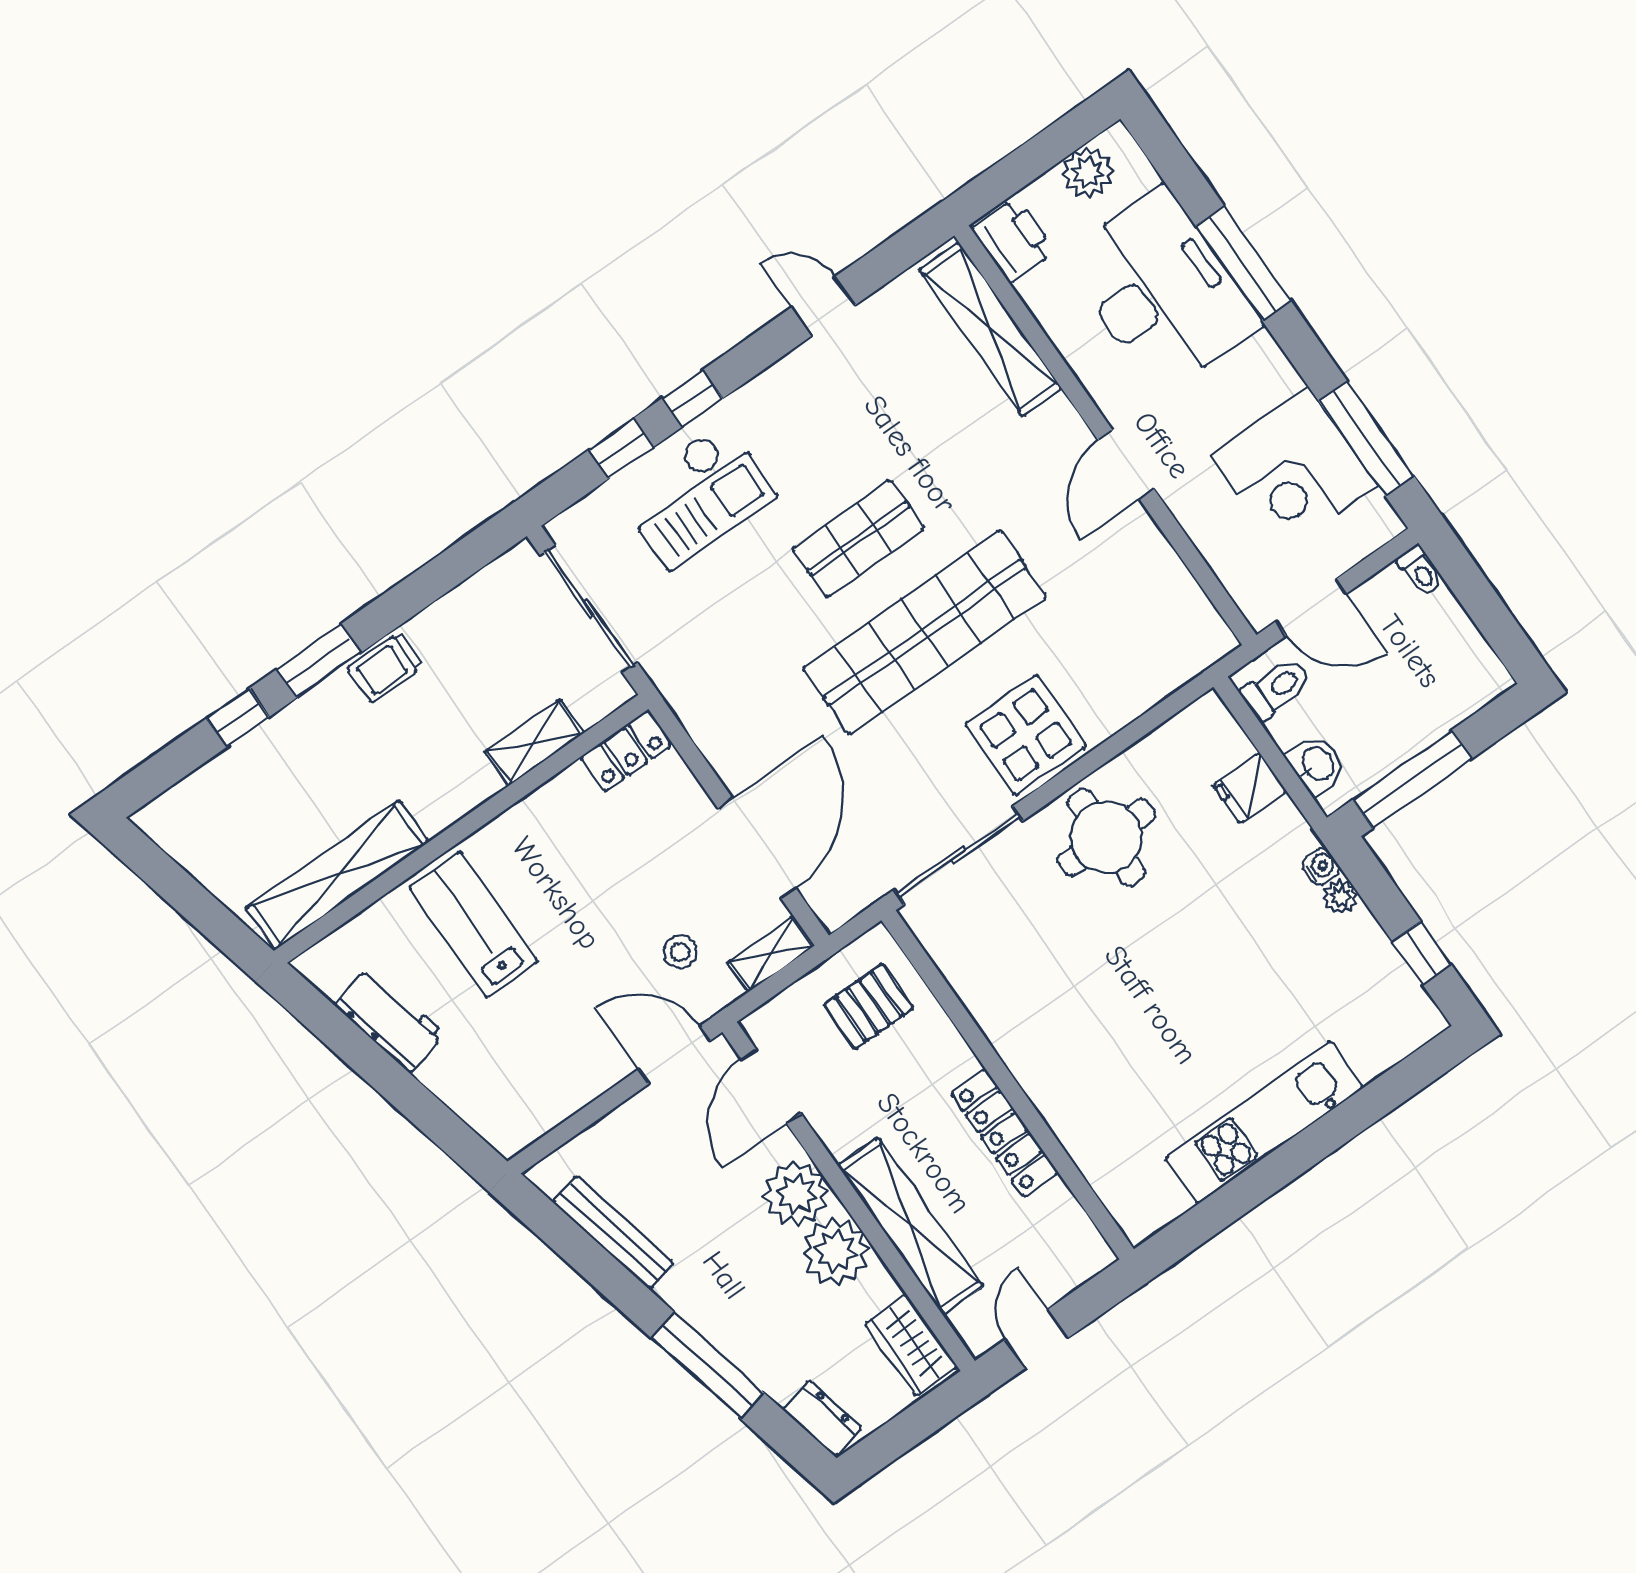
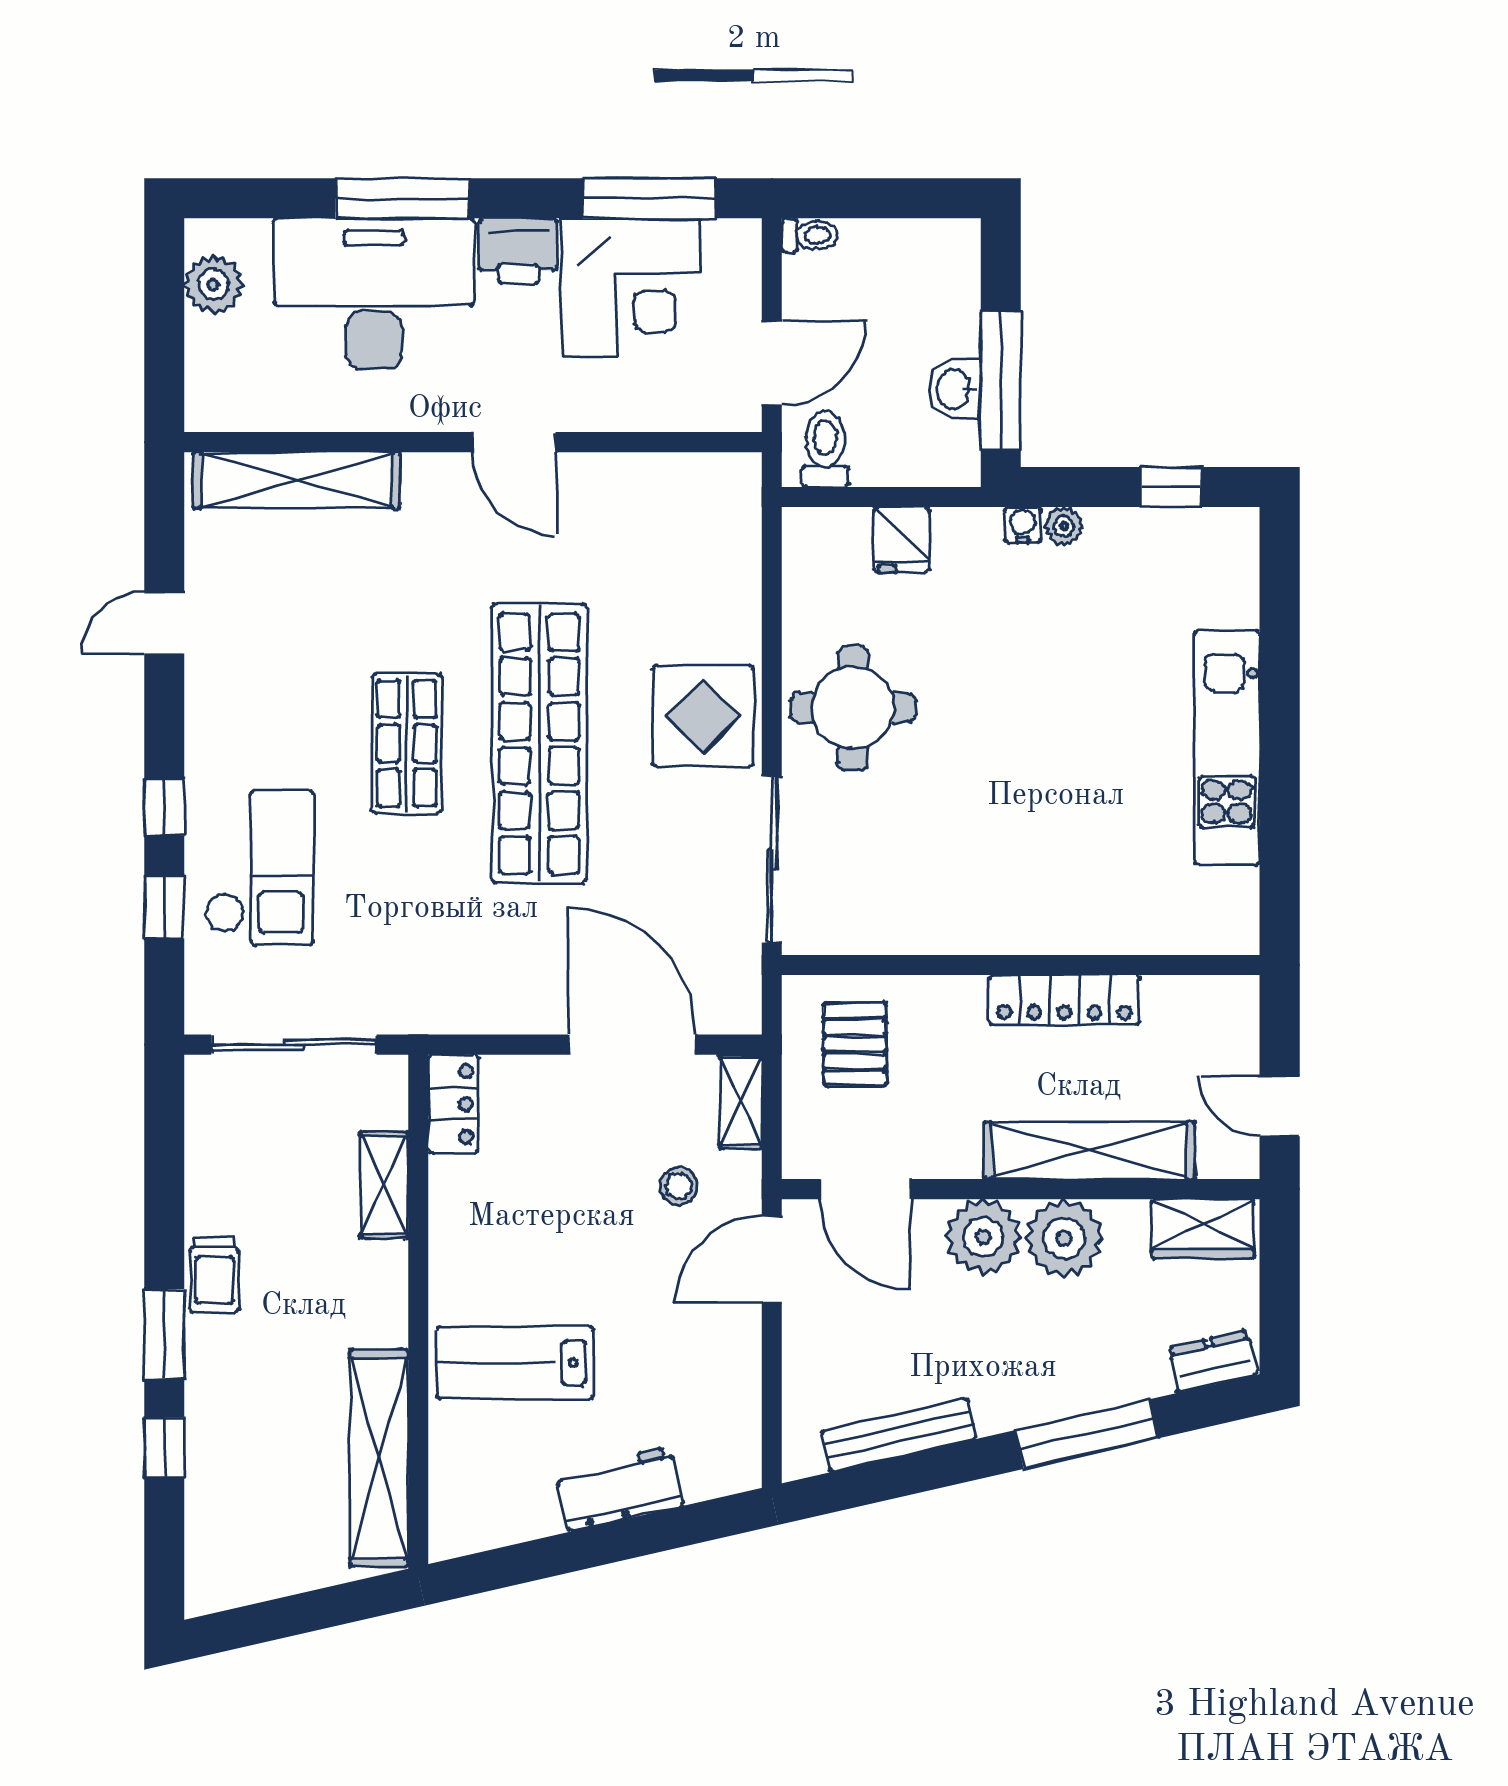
printer: (1013, 240) -> (518, 251), moved, turned 180
washbasin: (1317, 764) -> (955, 389), moved, turned -90
workbench: (389, 1019) -> (619, 1489), moved

